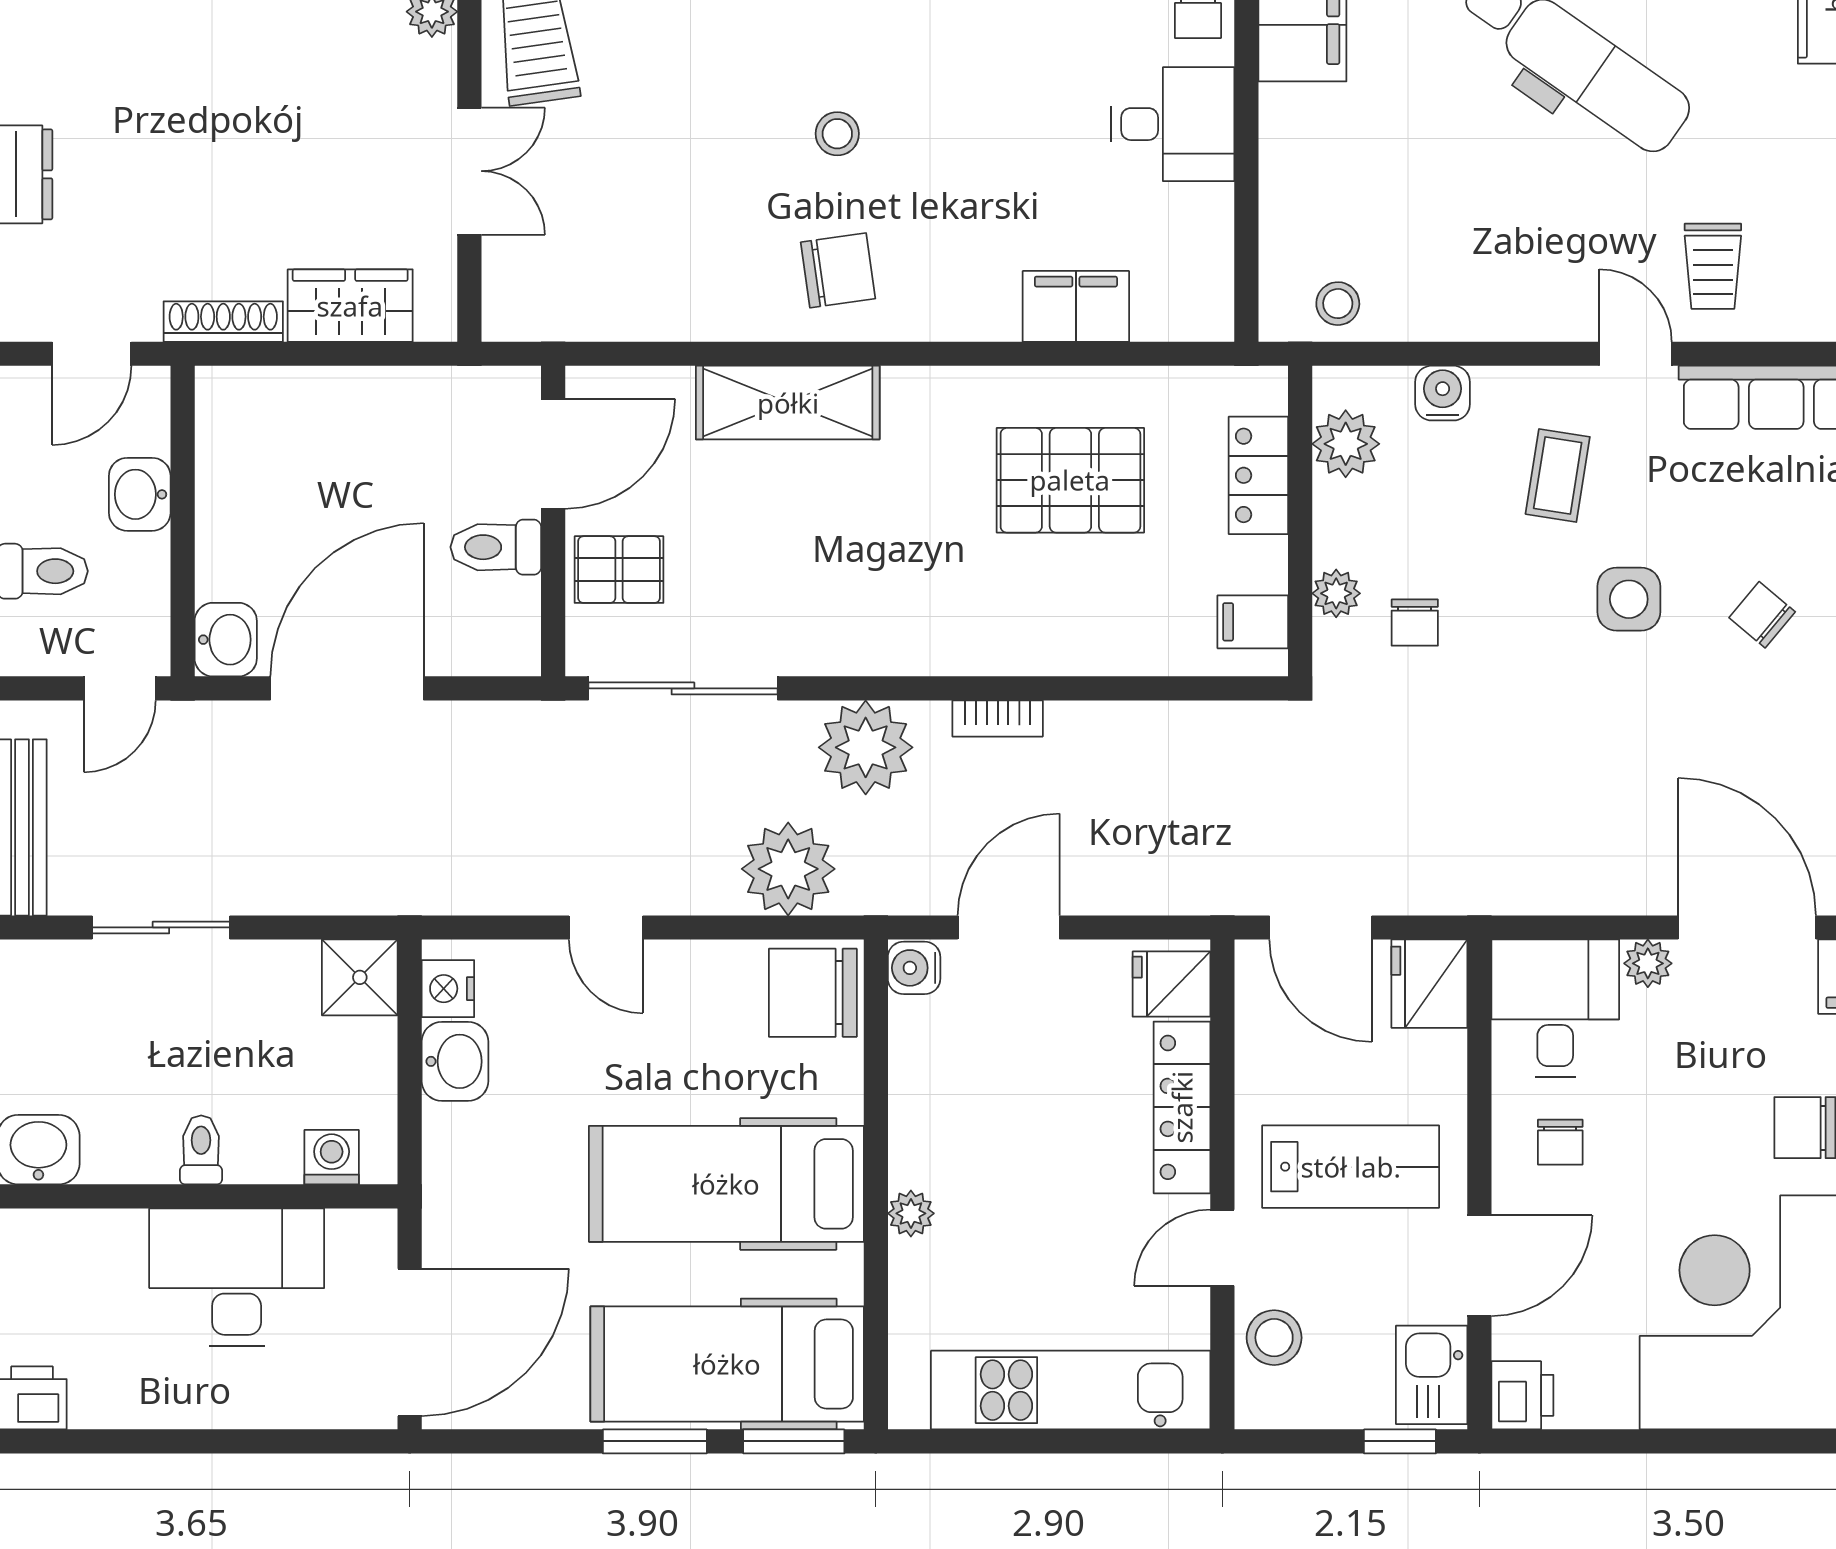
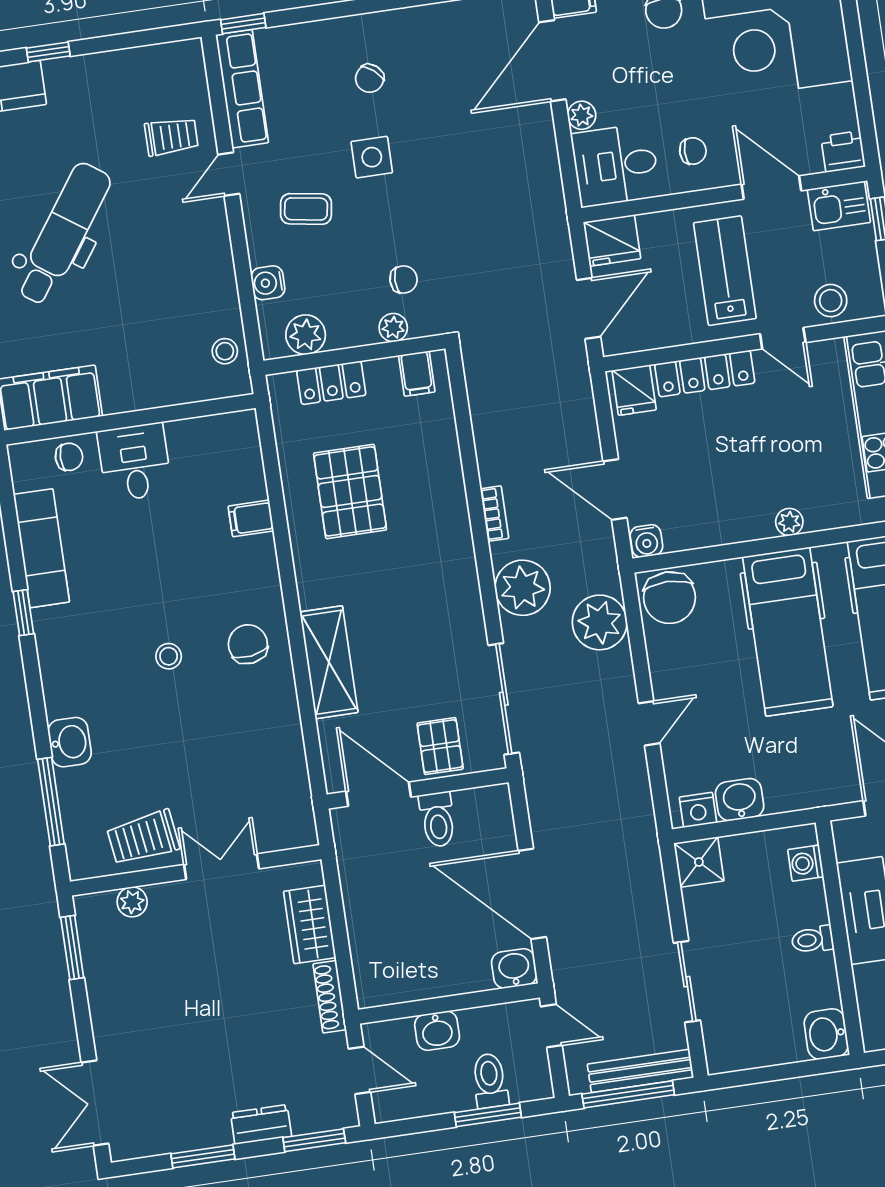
filing cabinet: (1076, 306) -> (251, 518), width x0.50

